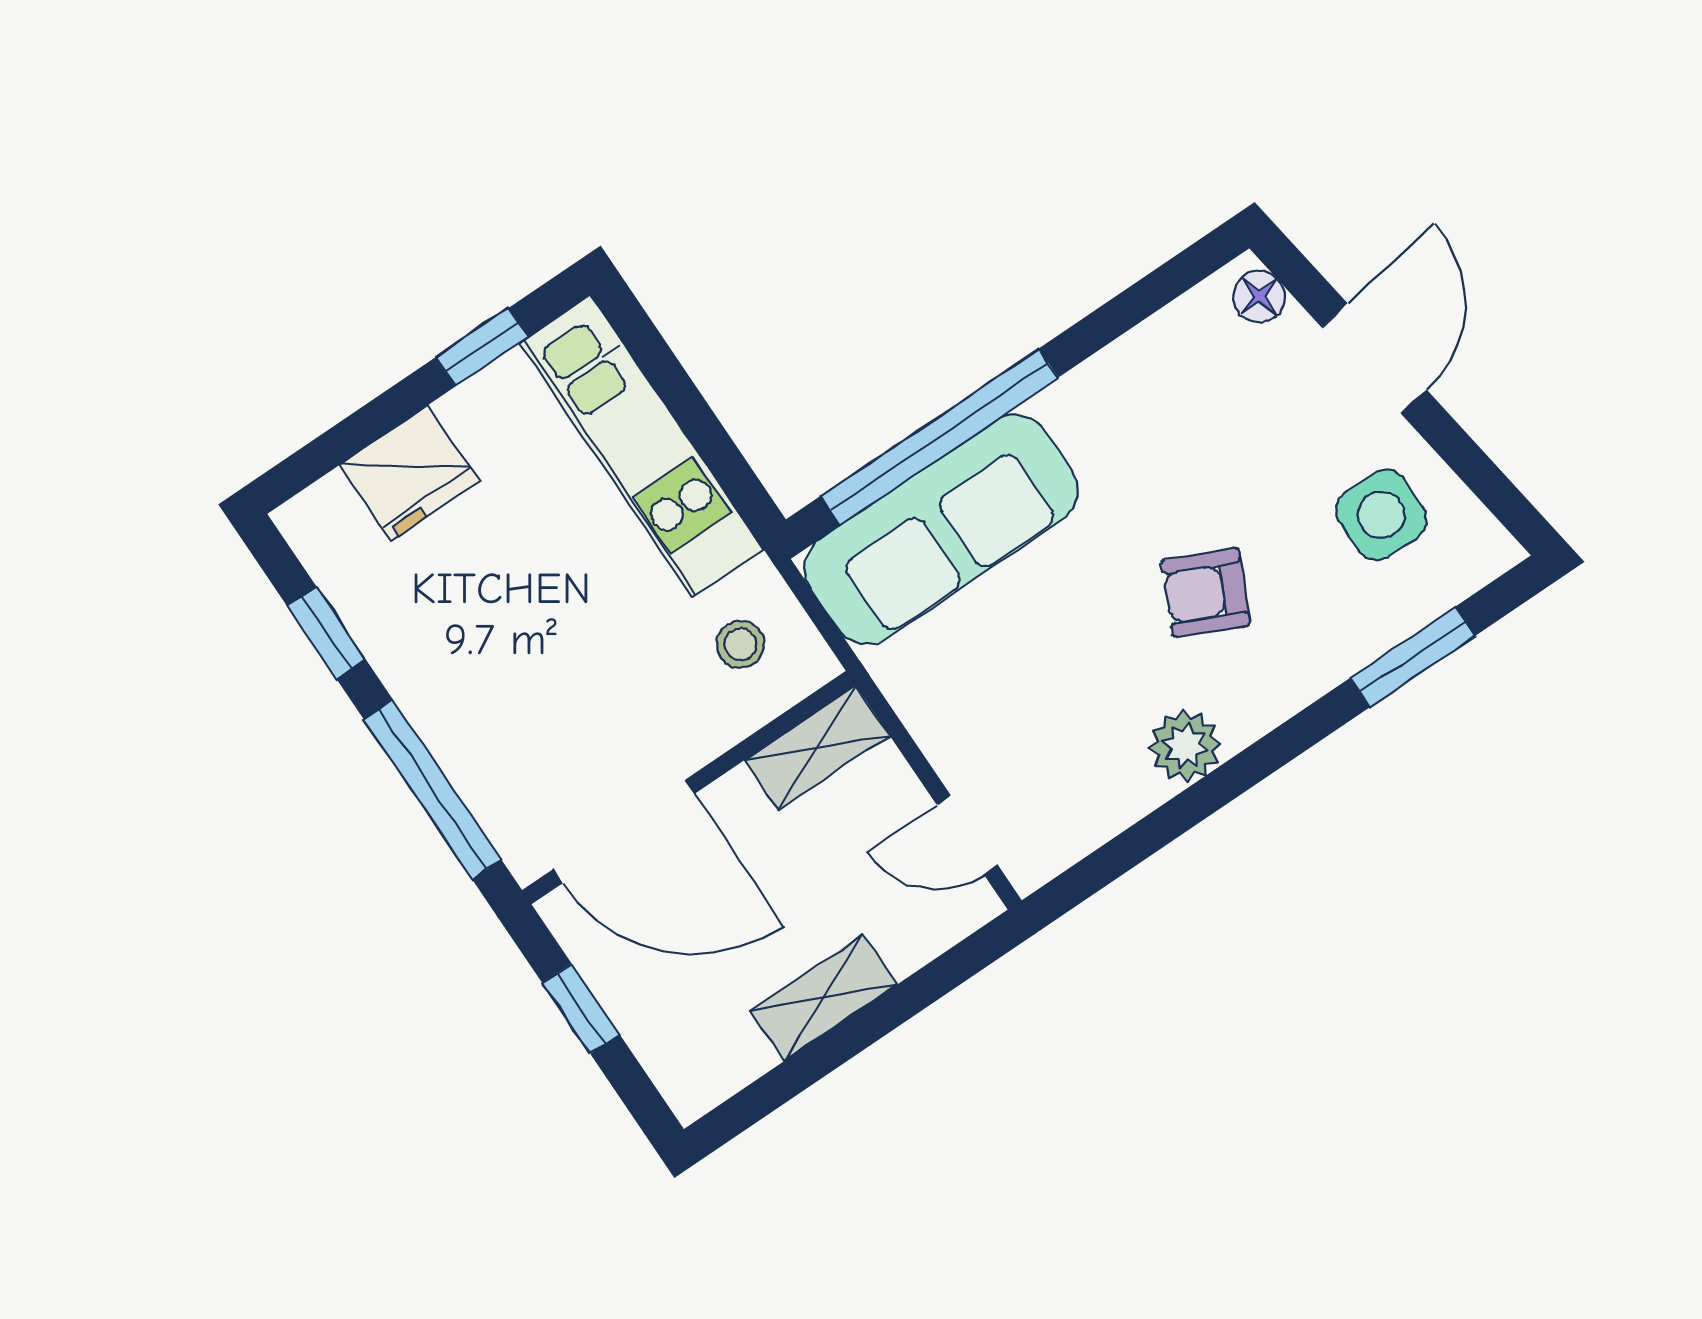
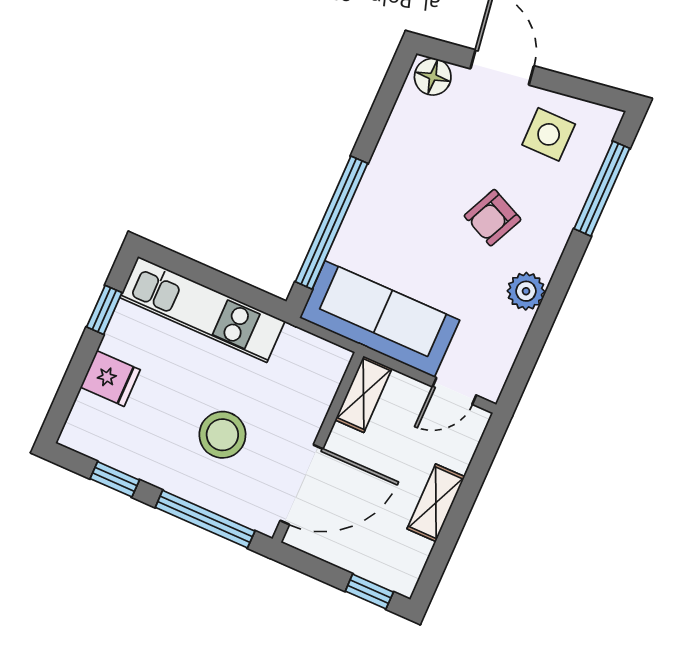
floor lamp: (1259, 297) -> (433, 77), width x1.37, depth x1.37
fridge: (410, 473) -> (110, 378), width x0.72
sofa: (941, 529) -> (380, 319), moved, turned -90
stool: (741, 644) -> (222, 435), moved, width x1.89, depth x1.89
window: (1413, 657) -> (602, 189), width x1.44
window: (581, 1009) -> (369, 592), moved

